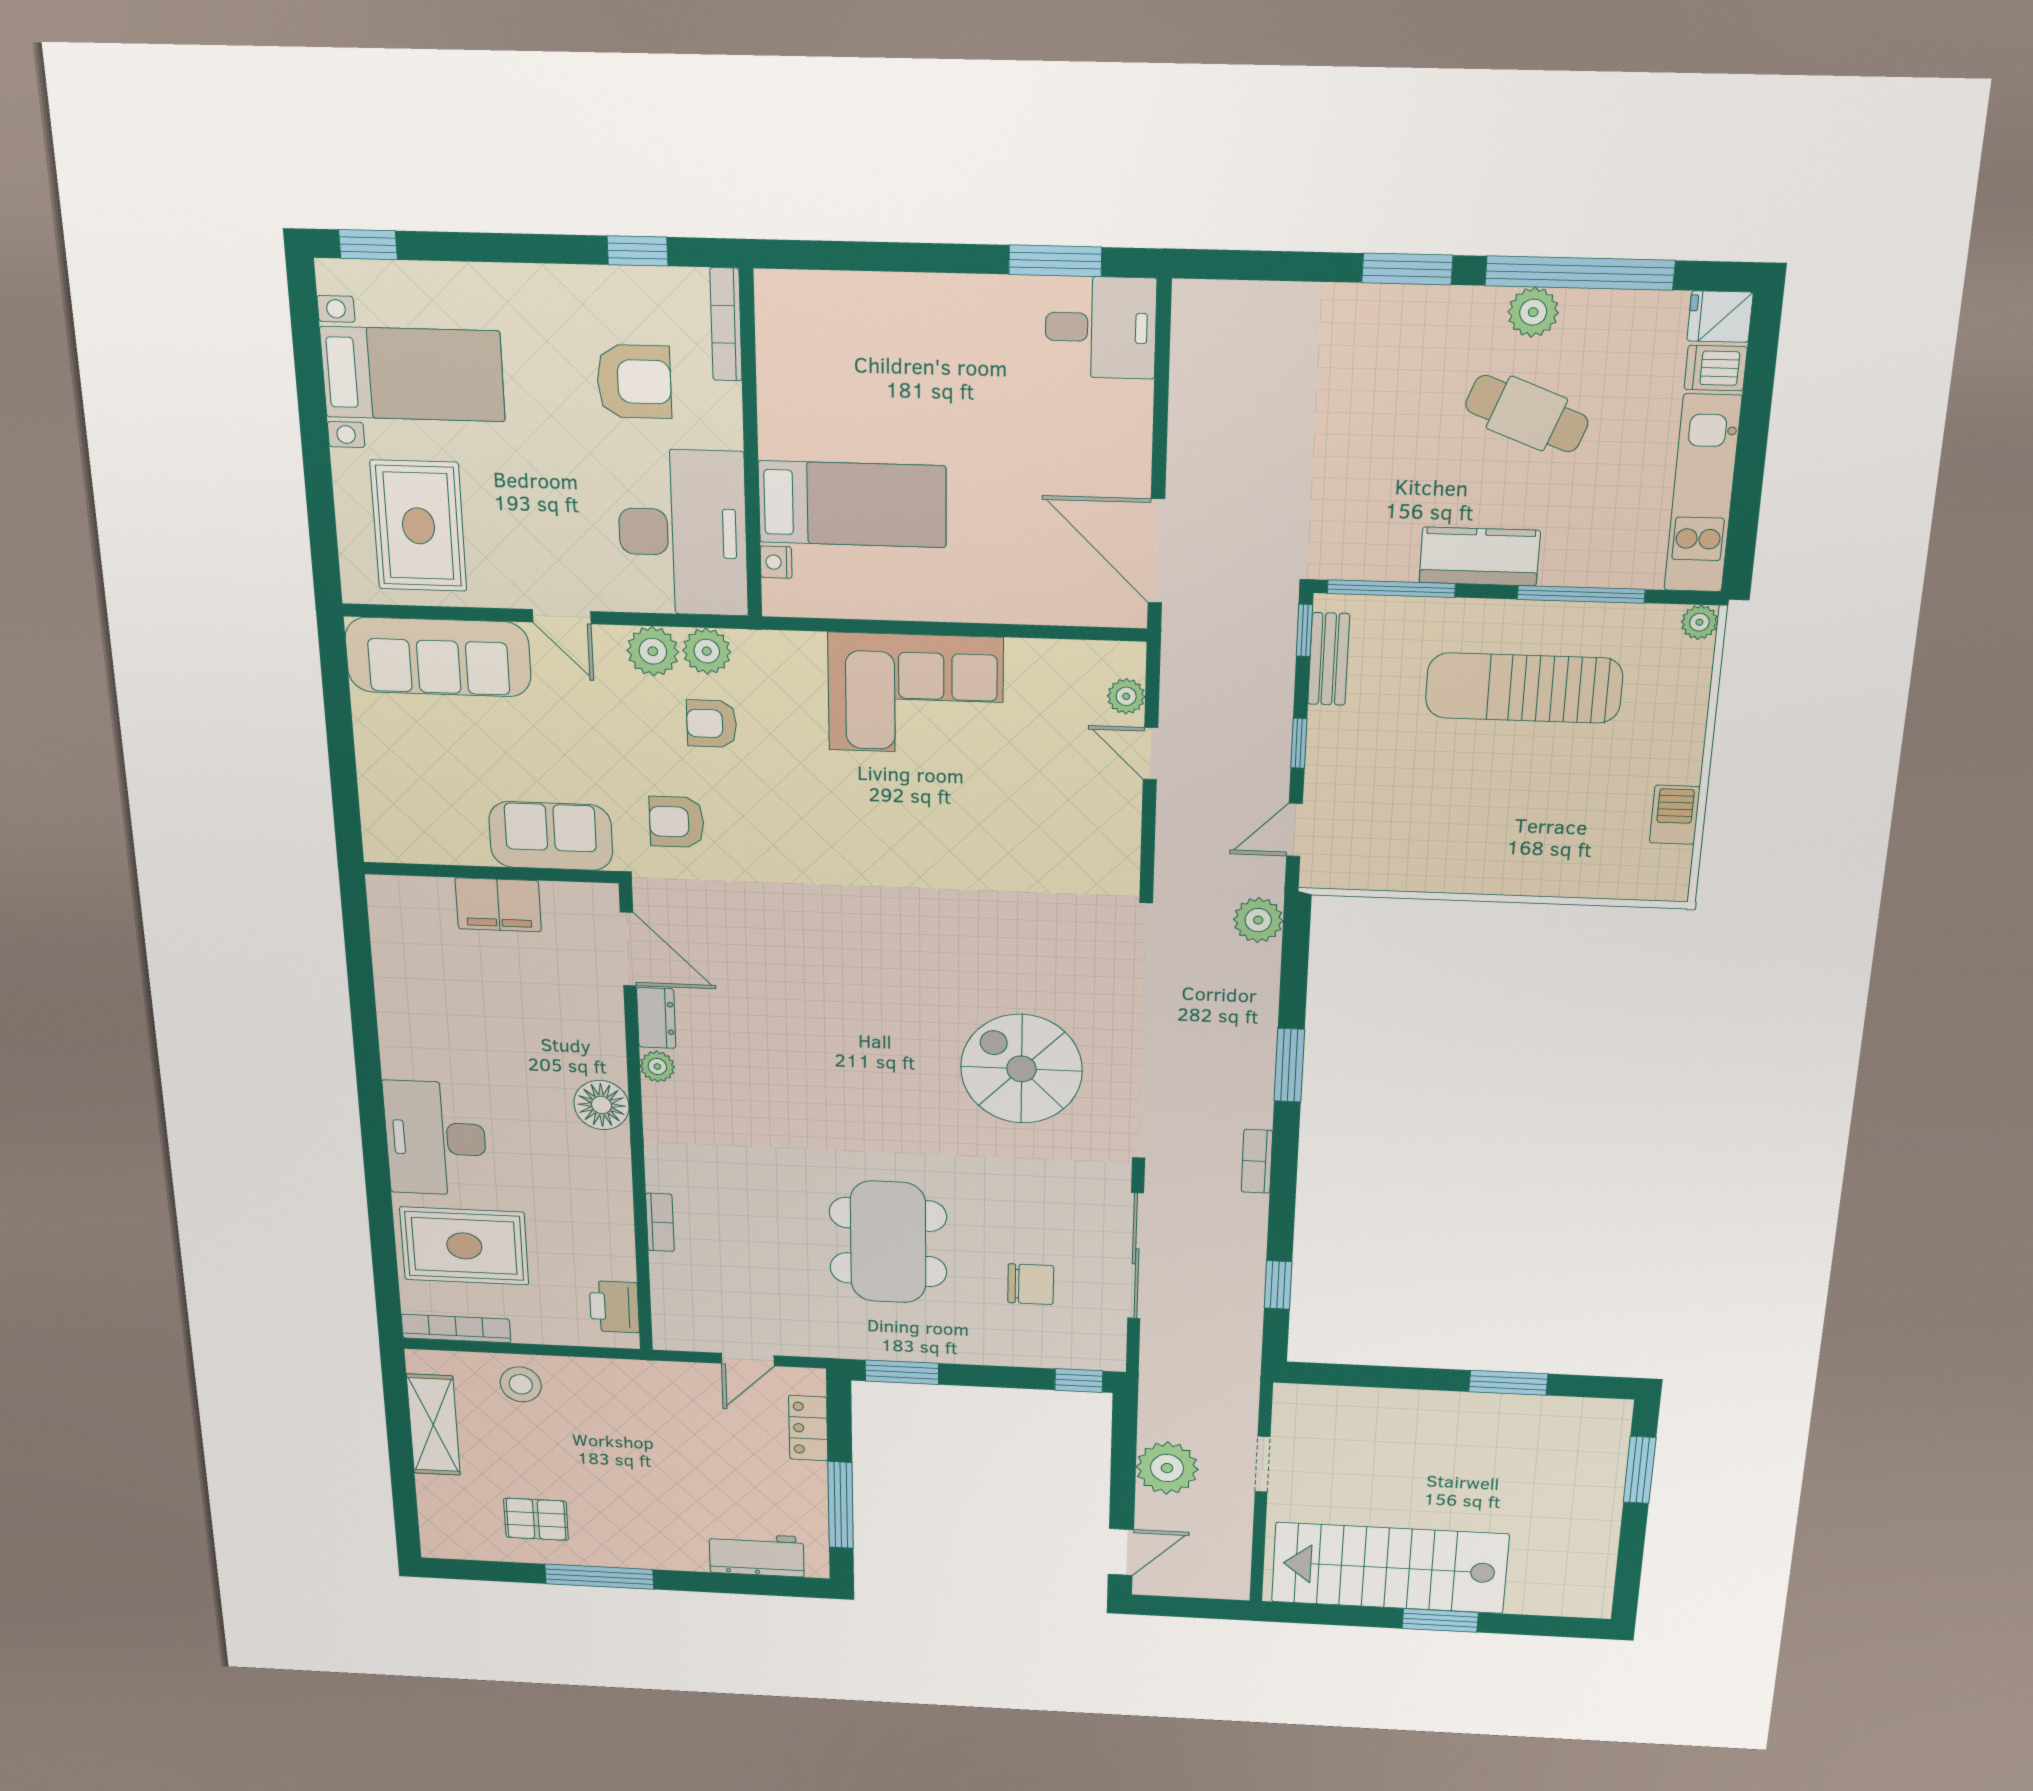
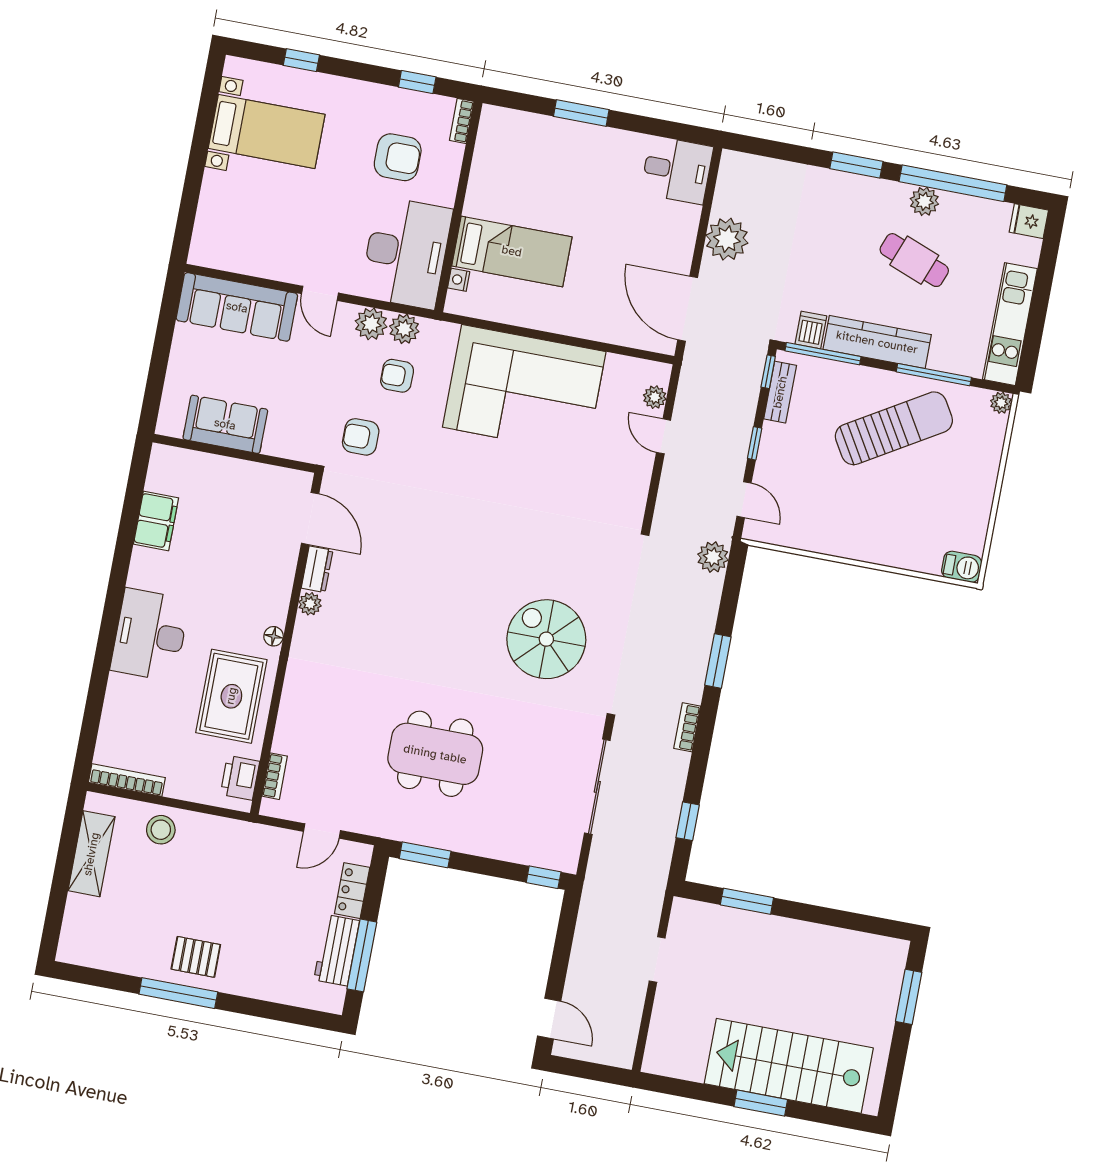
window: (368, 245) -> (301, 60), moved
window: (1055, 261) -> (581, 113), moved
bookcase: (726, 324) -> (462, 121), width x0.64
dishwasher: (1716, 368) -> (811, 330), moved, turned 90
rug: (418, 526) -> (246, 223), removed
kitchen counter: (1480, 557) -> (877, 342), width x1.50
sun lounger: (1524, 688) -> (894, 428), turned 149
corner sofa: (916, 694) -> (524, 389), width x1.36, depth x1.36
barbecue: (1675, 815) -> (962, 567), moved, turned 90
door: (1294, 830) -> (744, 500), swing flipped
sofa: (551, 836) -> (225, 424), moved
filing cabinet: (498, 905) -> (156, 521), moved, turned -90
floor lamp: (601, 1105) -> (274, 636), width x0.53, depth x0.53
bookcase: (660, 1222) -> (275, 776), moved
dining table: (888, 1242) -> (435, 754), turned 90
rug: (464, 1246) -> (231, 696), moved, turned 90
chair: (1031, 1284) -> (524, 798), removed
window: (1508, 1383) -> (747, 901), moved
plant: (1167, 1468) -> (727, 239), moved
pallet: (536, 1519) -> (196, 957), moved
door: (1121, 1552) -> (549, 1019), hinge flipped
workbench: (757, 1555) -> (337, 950), moved, turned -90
stairs: (1390, 1568) -> (789, 1066), moved

